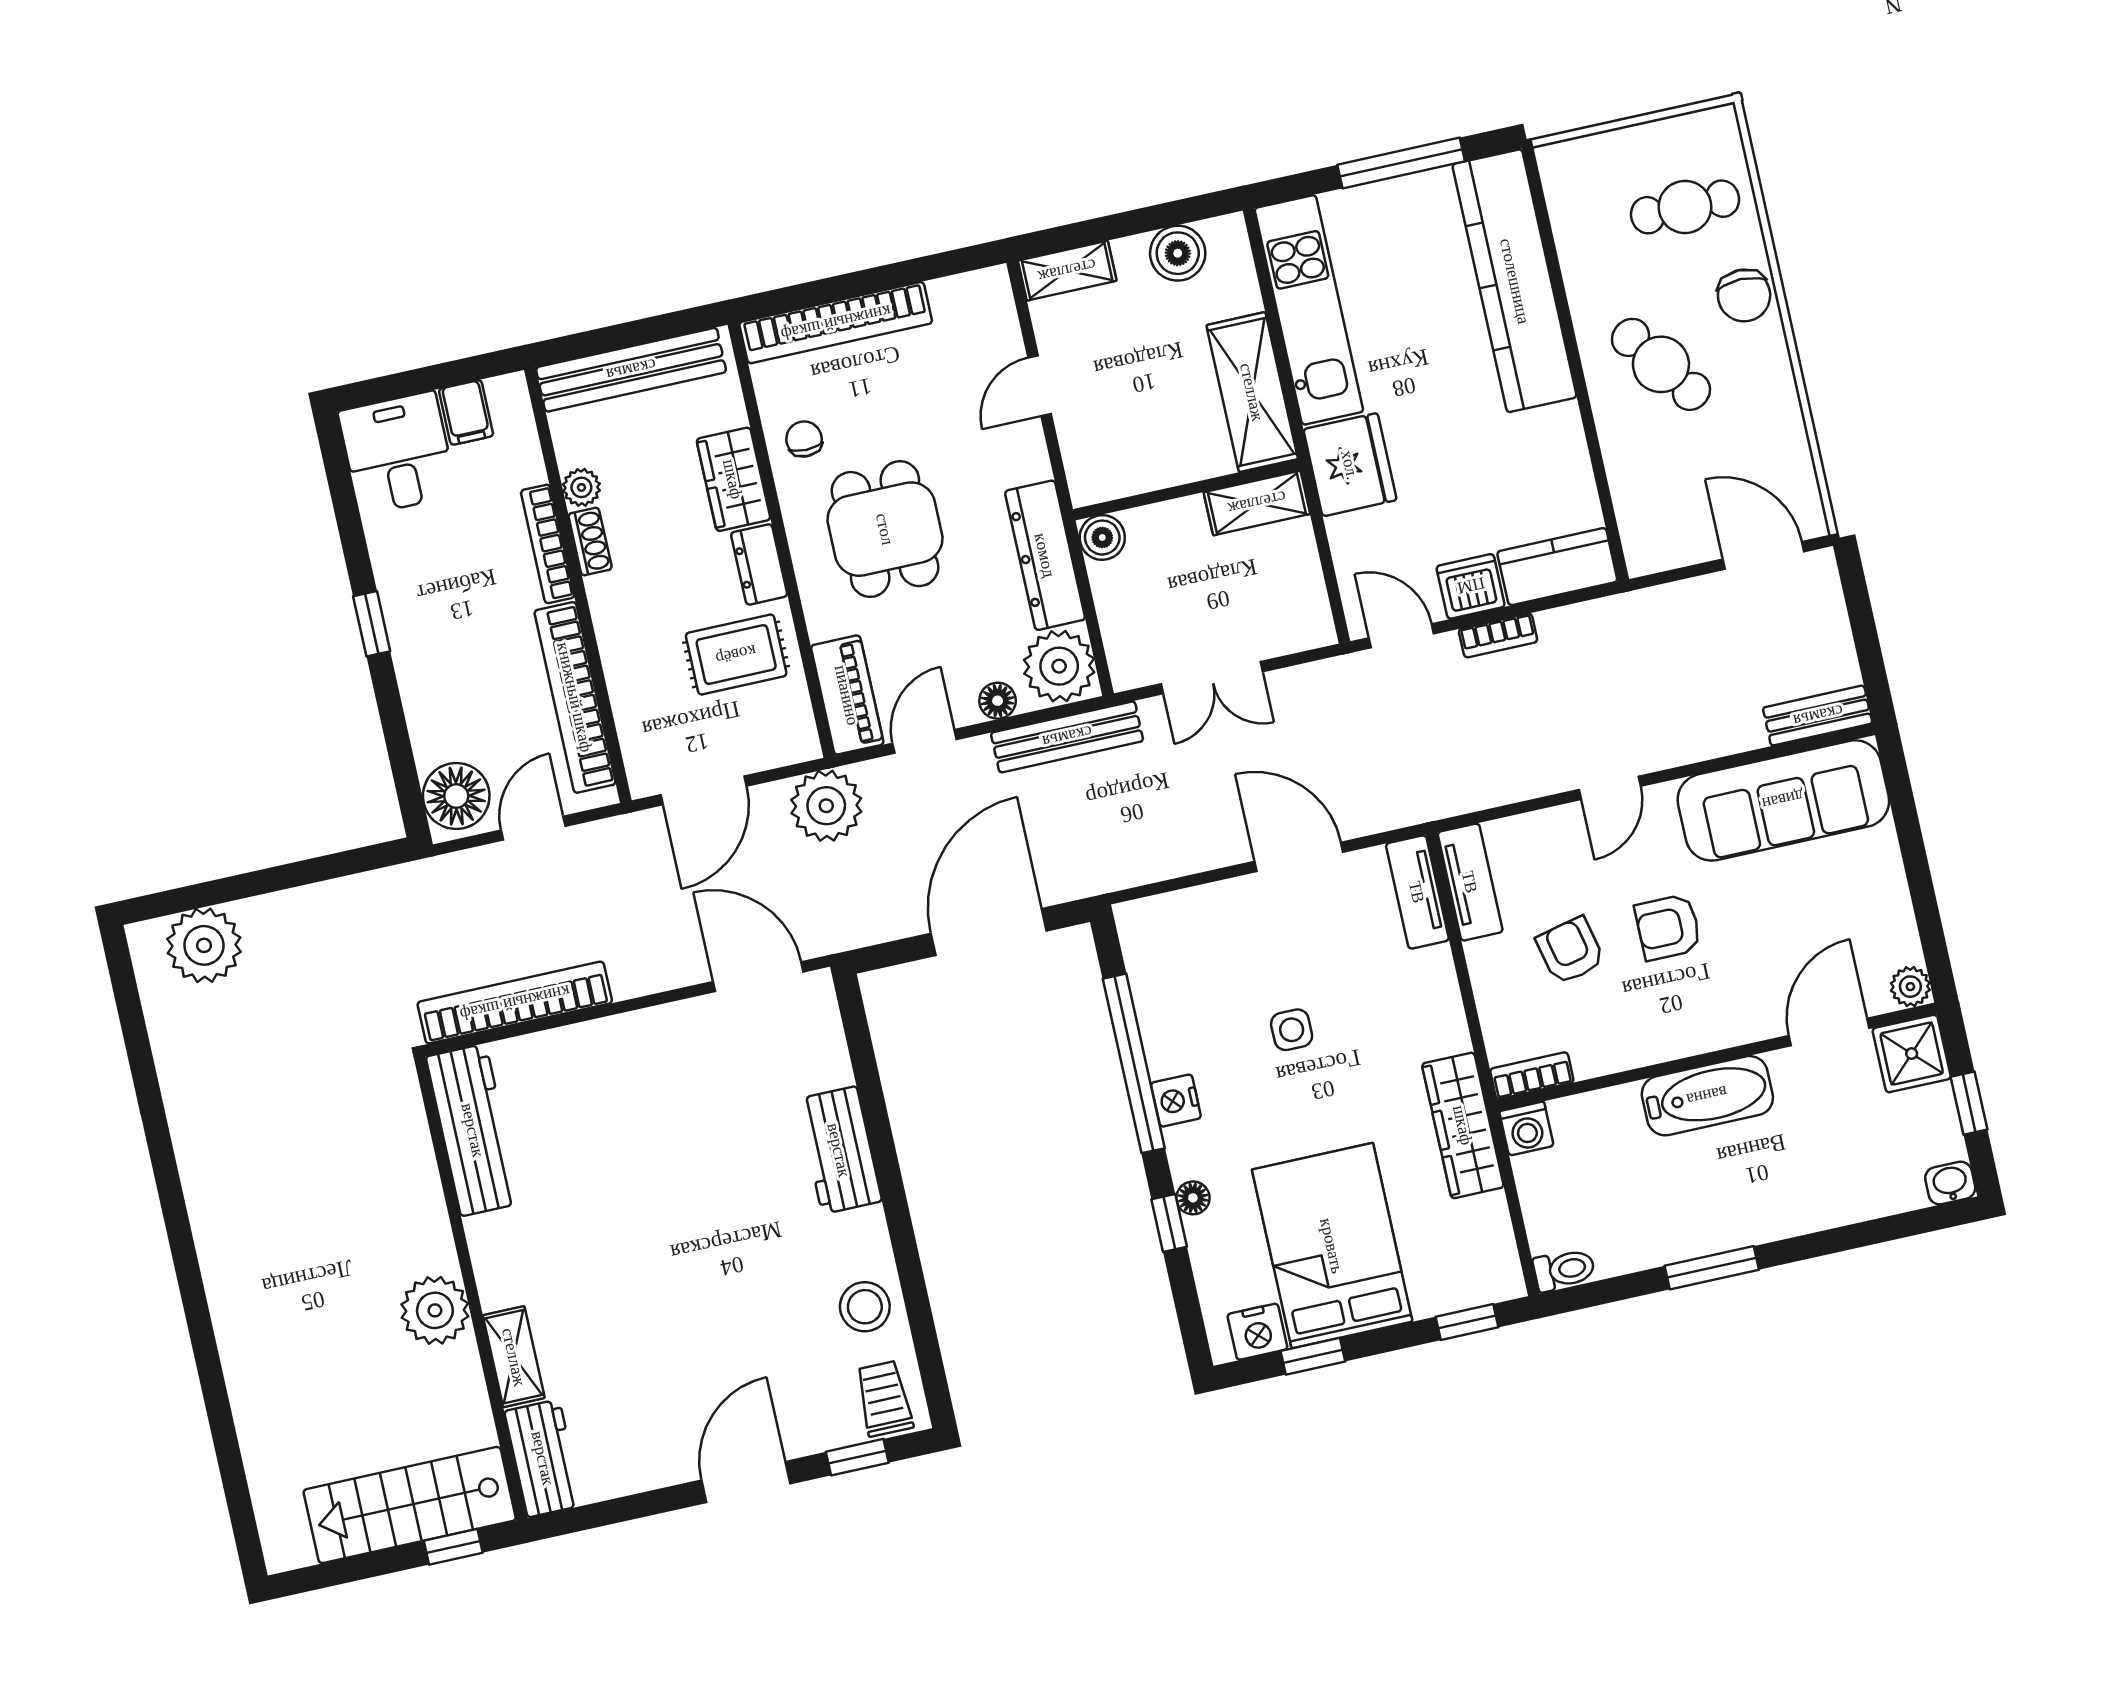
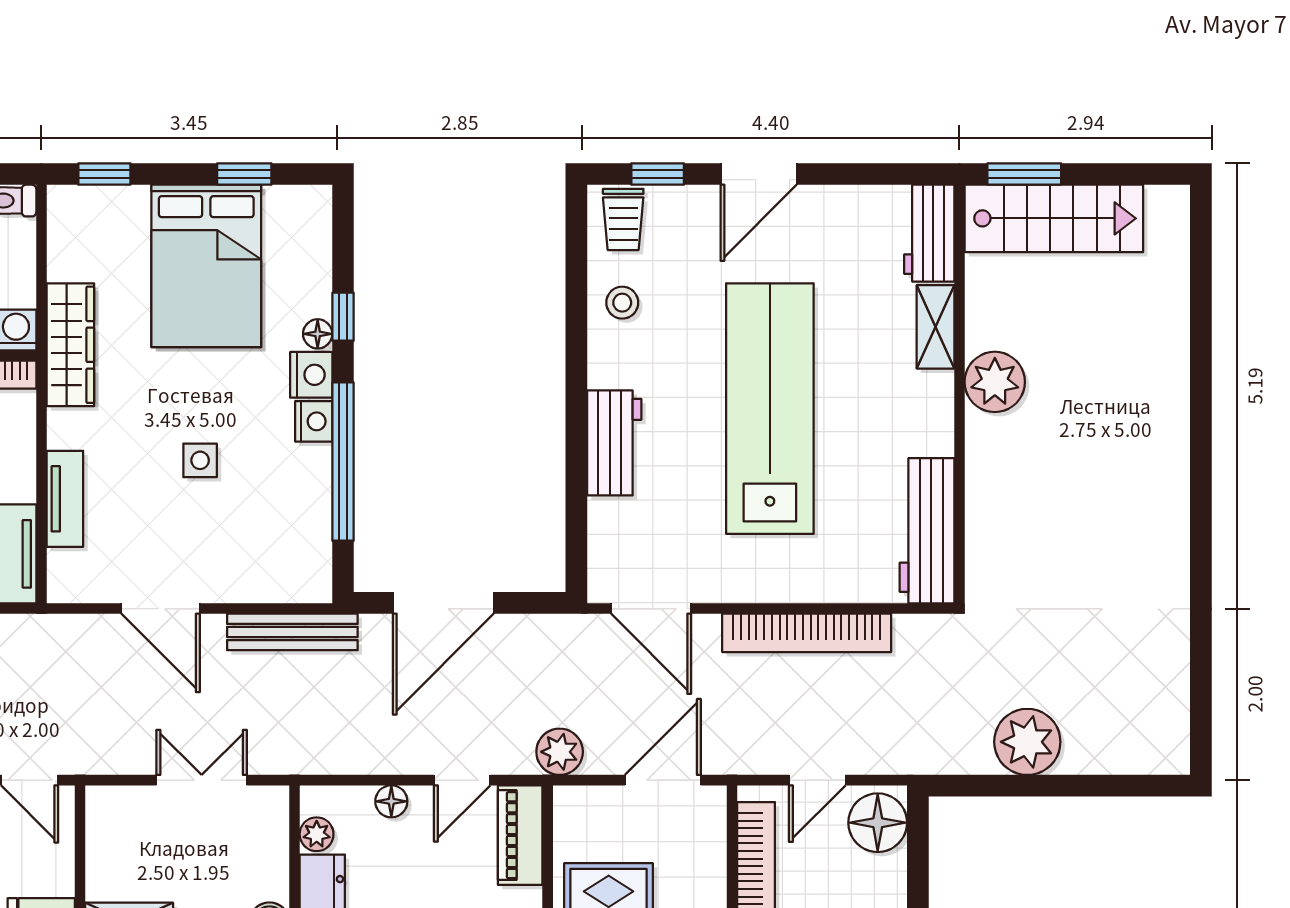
plant: (1059, 666) -> (317, 834), width x0.53, depth x0.53
bench: (1067, 737) -> (292, 632), moved
plant: (826, 806) -> (560, 752), width x0.73, depth x0.73
tv unit: (1417, 892) -> (65, 499), moved
plant: (204, 945) -> (1027, 742), moved
bookcase: (515, 1003) -> (807, 633), moved
lab bench: (676, 1226) -> (770, 409), added
stool: (865, 1307) -> (622, 303), width x0.73, depth x0.73
nightstand: (1257, 1332) -> (311, 375), moved, turned 90
window: (453, 1547) -> (1024, 174), width x1.50

